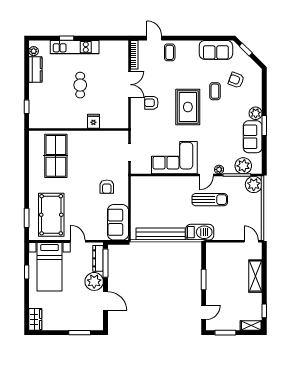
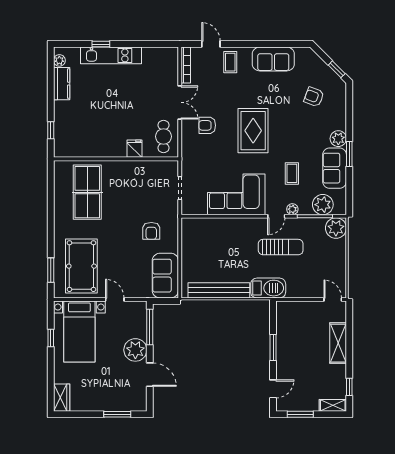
sofa: (216, 50) -> (273, 59), moved
window: (246, 50) -> (337, 69), moved
cafe table: (80, 85) -> (164, 136), moved
coffee table: (215, 91) -> (292, 173), moved
dresser: (98, 258) -> (140, 321), removed

